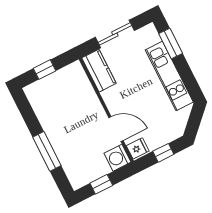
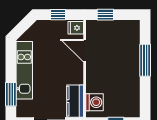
washing machine: (117, 158) -> (94, 102), moved
window: (101, 184) -> (105, 15), moved

